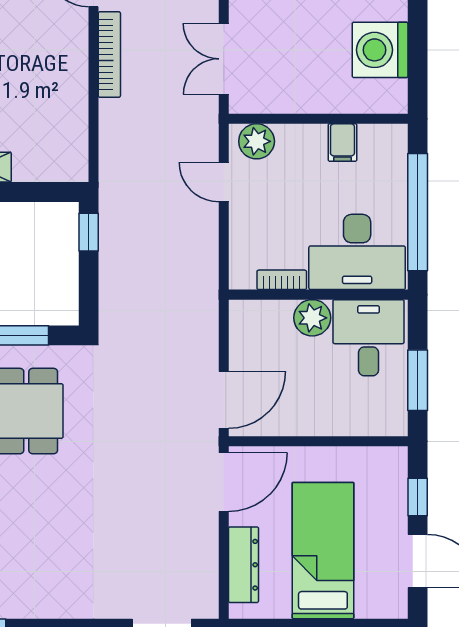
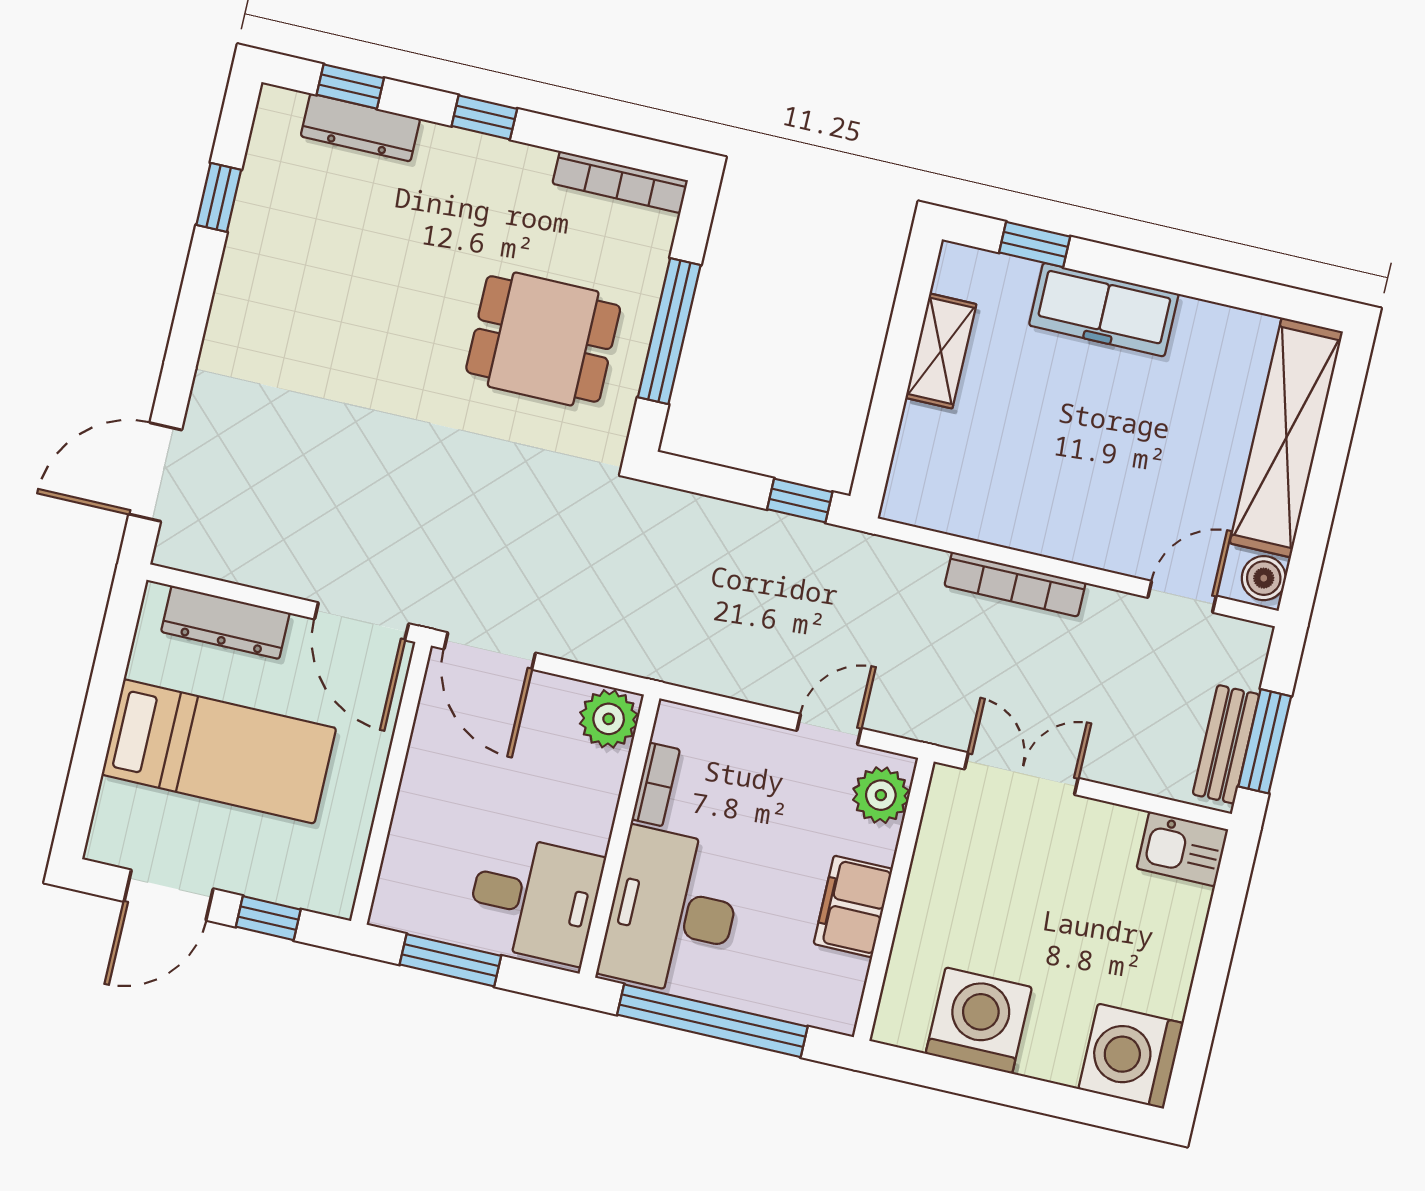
bookcase: (109, 55) -> (1015, 584), moved
filing cabinet: (342, 143) -> (853, 906), width x2.00
plant: (312, 318) -> (609, 719), moved

